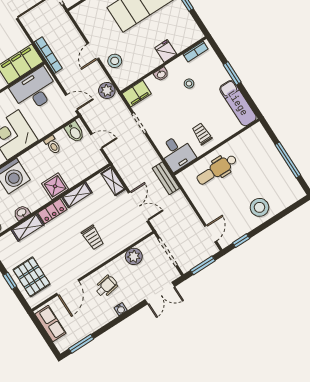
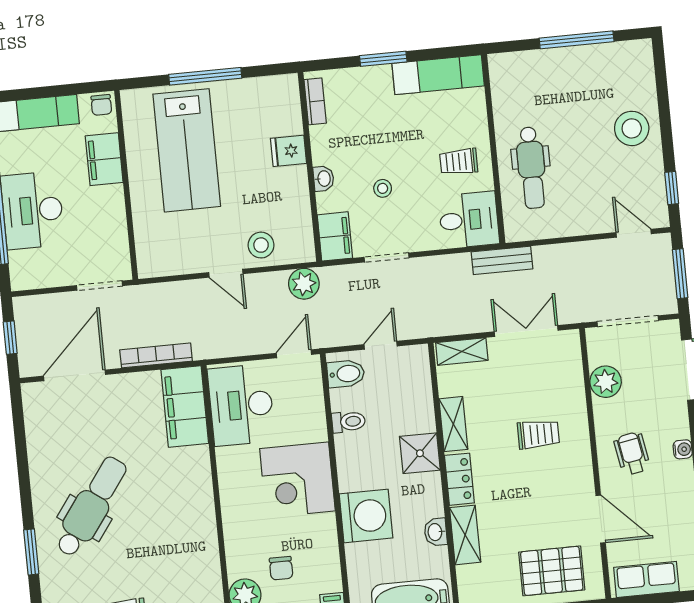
bookcase: (48, 55) -> (156, 355), moved
stool: (189, 84) -> (383, 188), moved

